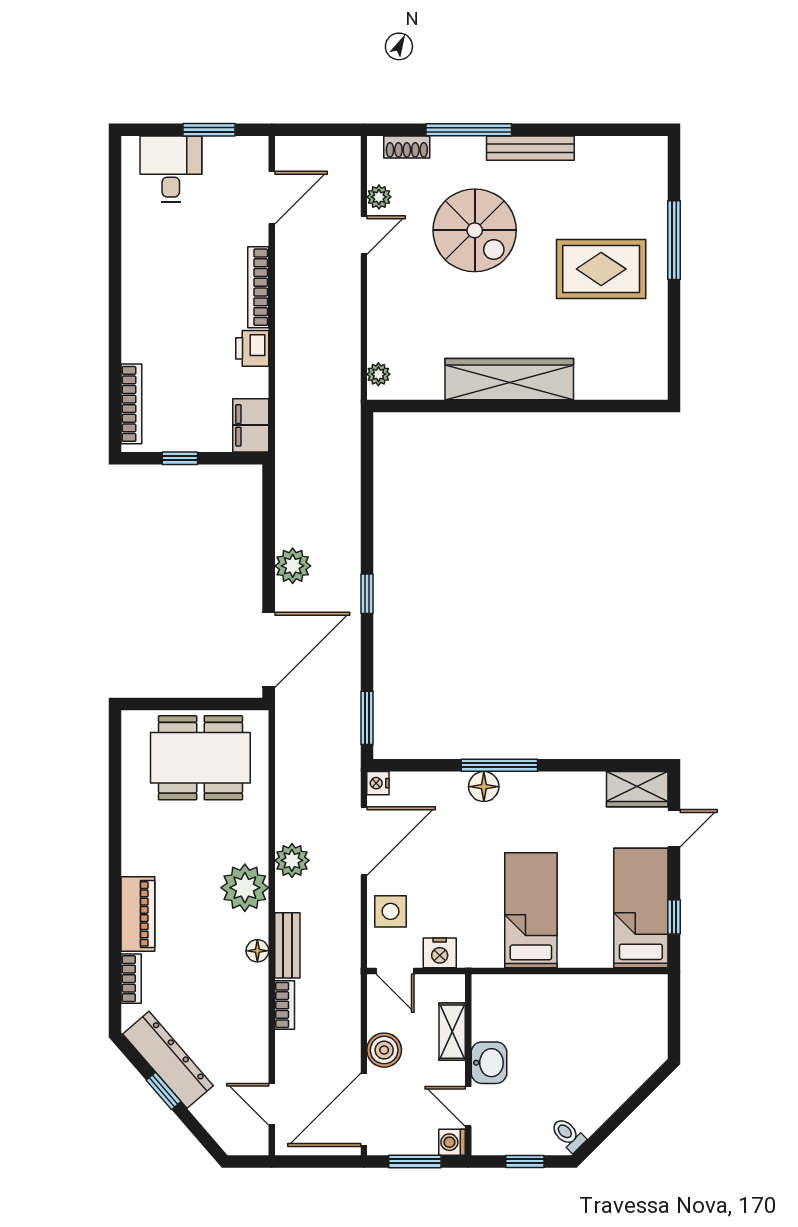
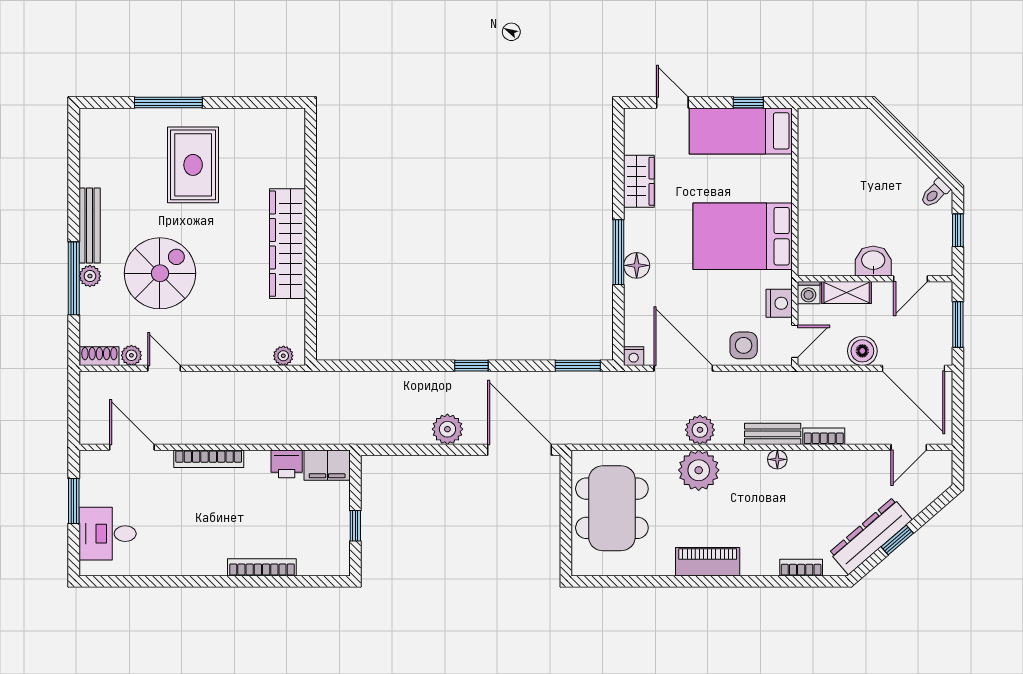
shoe rack: (407, 147) -> (99, 356), moved, turned -90
plant: (471, 149) -> (90, 276), added
printer: (252, 348) -> (287, 464), moved
bookcase: (131, 404) -> (262, 567), moved
wardrobe: (637, 789) -> (639, 181), moved
plant: (245, 888) -> (699, 470), moved
bed: (531, 910) -> (743, 236), width x1.50
piano: (138, 914) -> (708, 562), moved
washing machine: (452, 1142) -> (809, 293), moved

